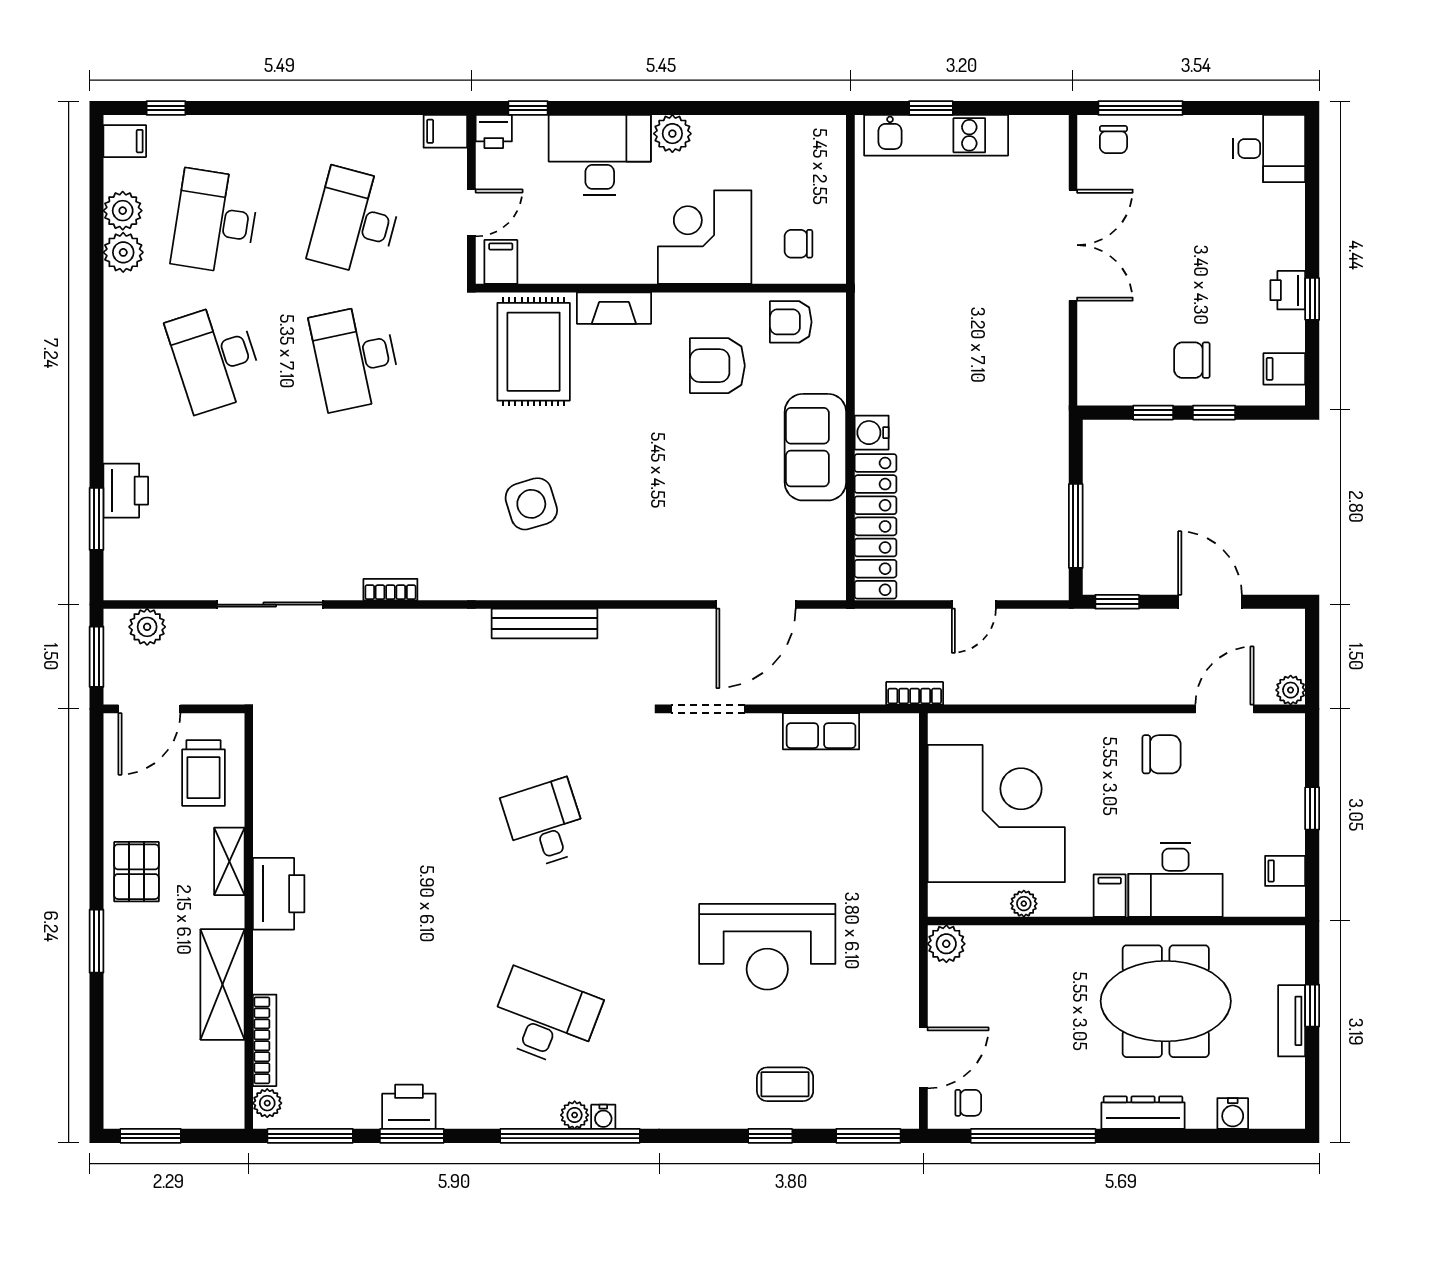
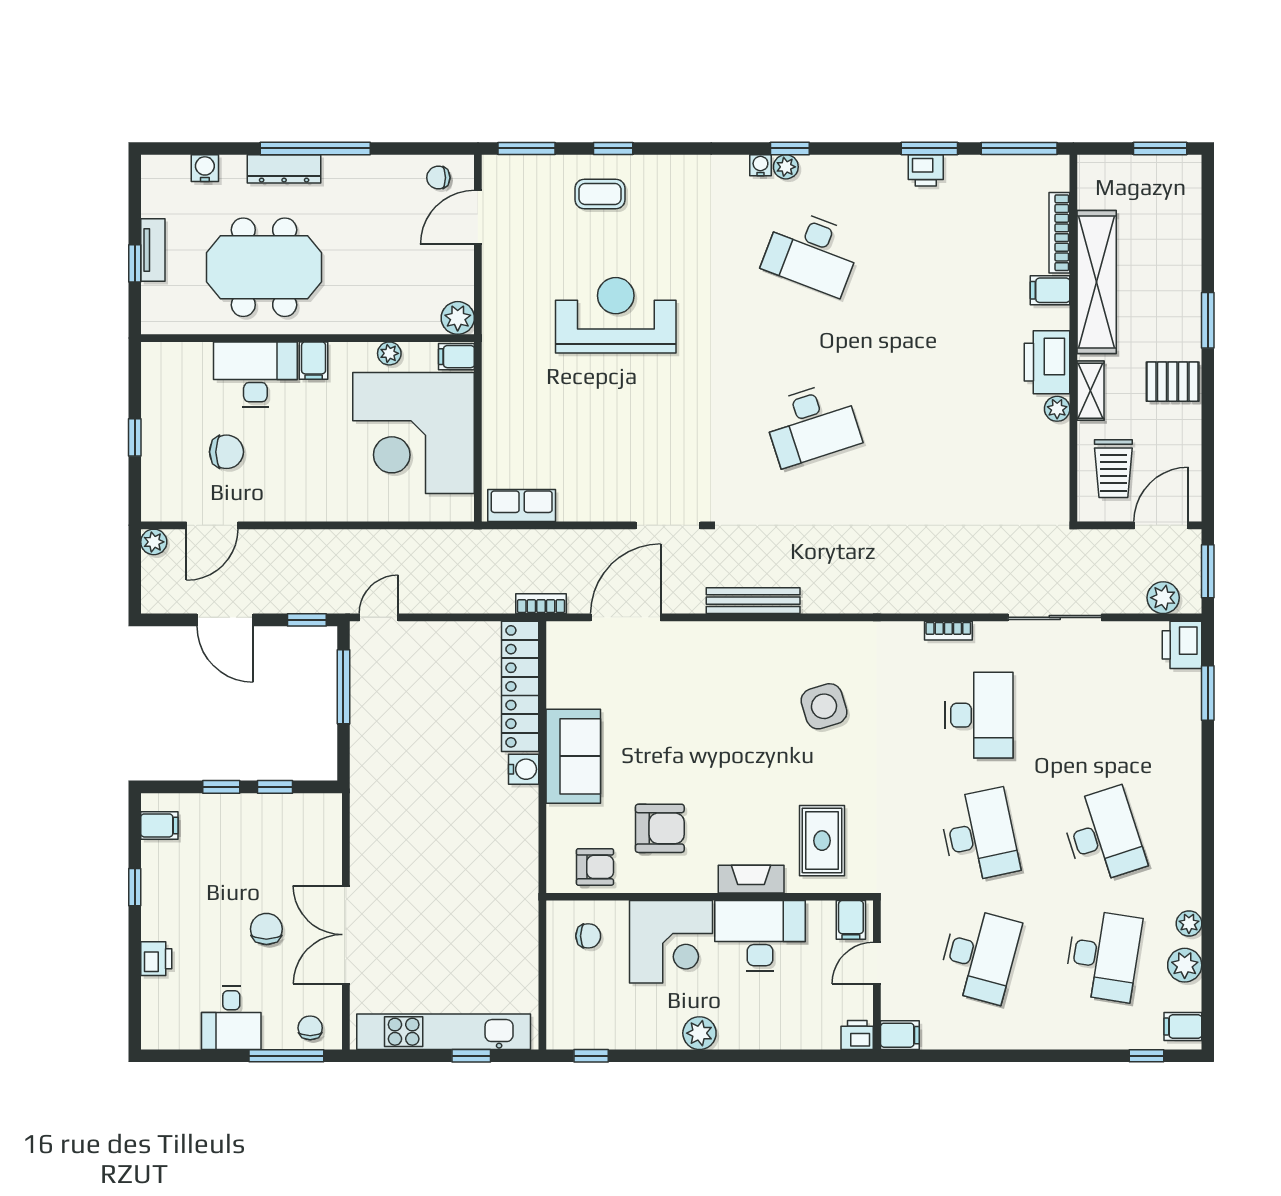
window: (528, 108) -> (591, 1056), moved
kitchen unit: (936, 135) -> (444, 1032), width x1.36
desk: (1269, 149) -> (231, 1018), moved, turned -90
desk: (600, 155) -> (760, 936), moved, turned 180
plant: (123, 252) -> (1189, 923), width x0.73, depth x0.73
printer: (1288, 290) -> (156, 959), moved
rug: (534, 352) -> (822, 841), width x0.73, depth x0.70
chair: (1192, 360) -> (266, 929), moved, turned -90
printer: (126, 491) -> (1182, 645), moved
desk: (356, 494) -> (979, 715), added
door: (974, 605) -> (379, 617), moved
bench: (545, 624) -> (753, 601), moved
bookcase: (915, 693) -> (541, 604), moved, turned 180
row of seats: (821, 731) -> (522, 506), moved
chair: (1162, 754) -> (226, 452), moved, turned 180
trolley: (203, 773) -> (1113, 469), turned 180
desk: (545, 824) -> (812, 424), width x1.37
filing cabinet: (1285, 871) -> (456, 357), moved, turned 180
pallet: (136, 872) -> (1173, 382), turned 90
filing cabinet: (275, 975) -> (1050, 290), added
shelving: (223, 984) -> (1097, 282), width x1.47
plant: (267, 1103) -> (1057, 409), moved
printer: (409, 1107) -> (926, 170), width x0.73, depth x0.81
window: (570, 1136) -> (790, 148), width x0.32
window: (1033, 1136) -> (315, 148), moved

